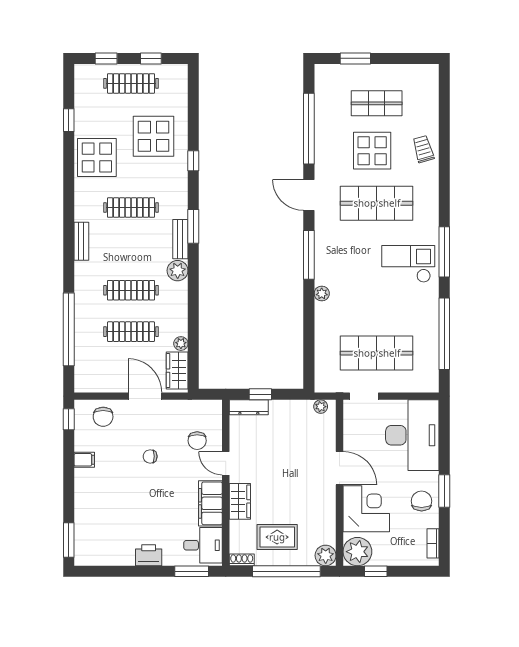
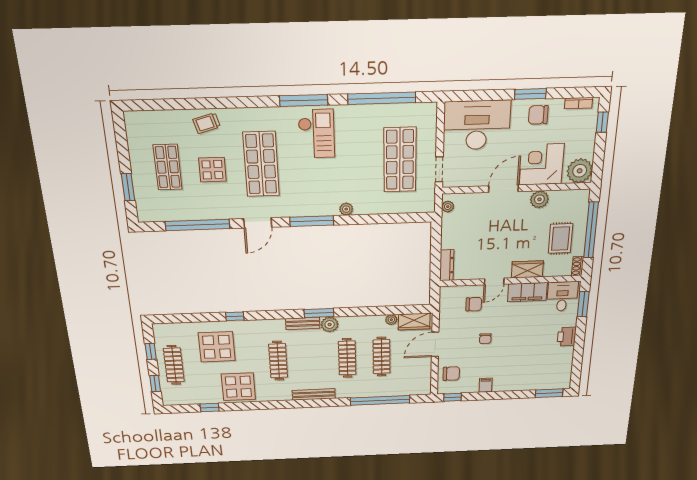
display table: (372, 151) -> (212, 170), width x0.73, depth x0.73
window: (193, 226) -> (319, 313), moved
bench: (81, 241) -> (314, 394), width x1.36
checkout: (408, 264) -> (316, 134), turned 180
window: (260, 394) -> (436, 257), removed
plant: (326, 555) -> (539, 199), moved
window: (376, 571) -> (602, 122), moved

